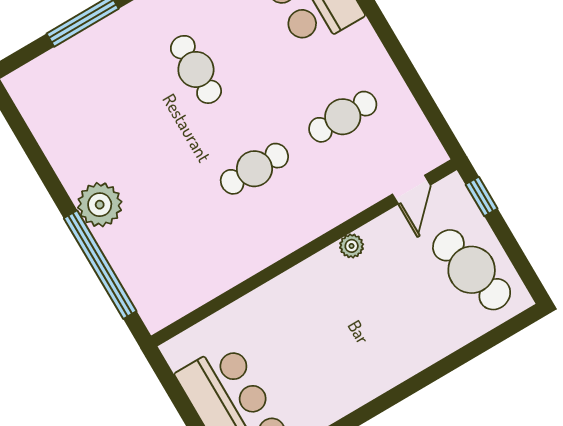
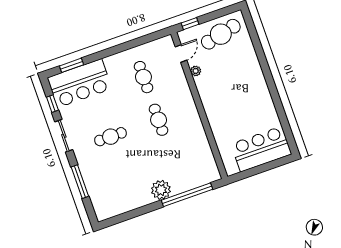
door: (411, 190) -> (181, 53), hinge flipped
plant: (352, 246) -> (196, 71), moved

